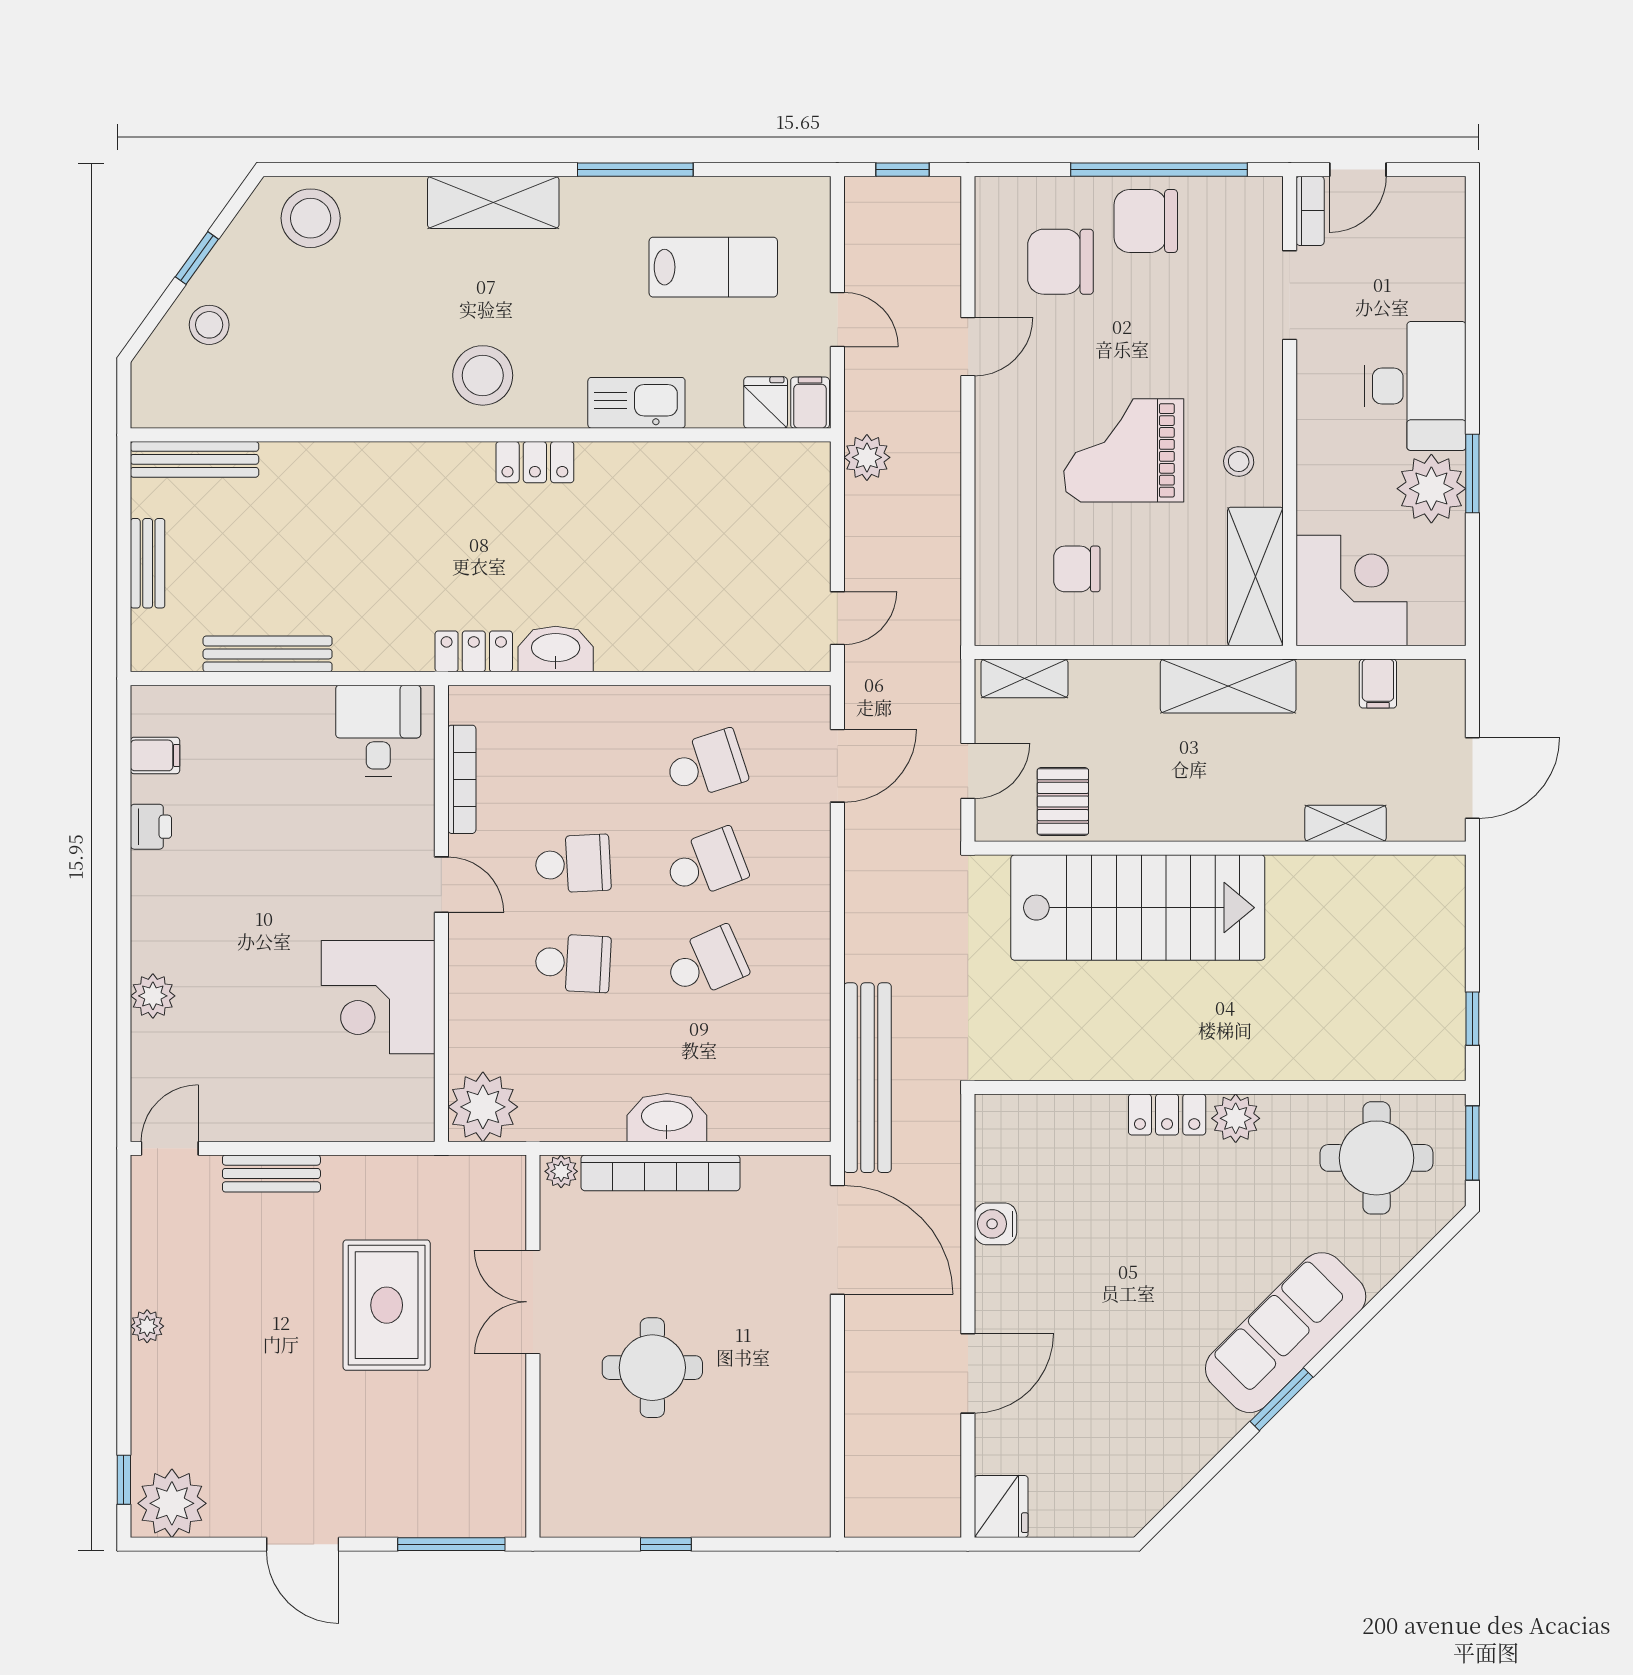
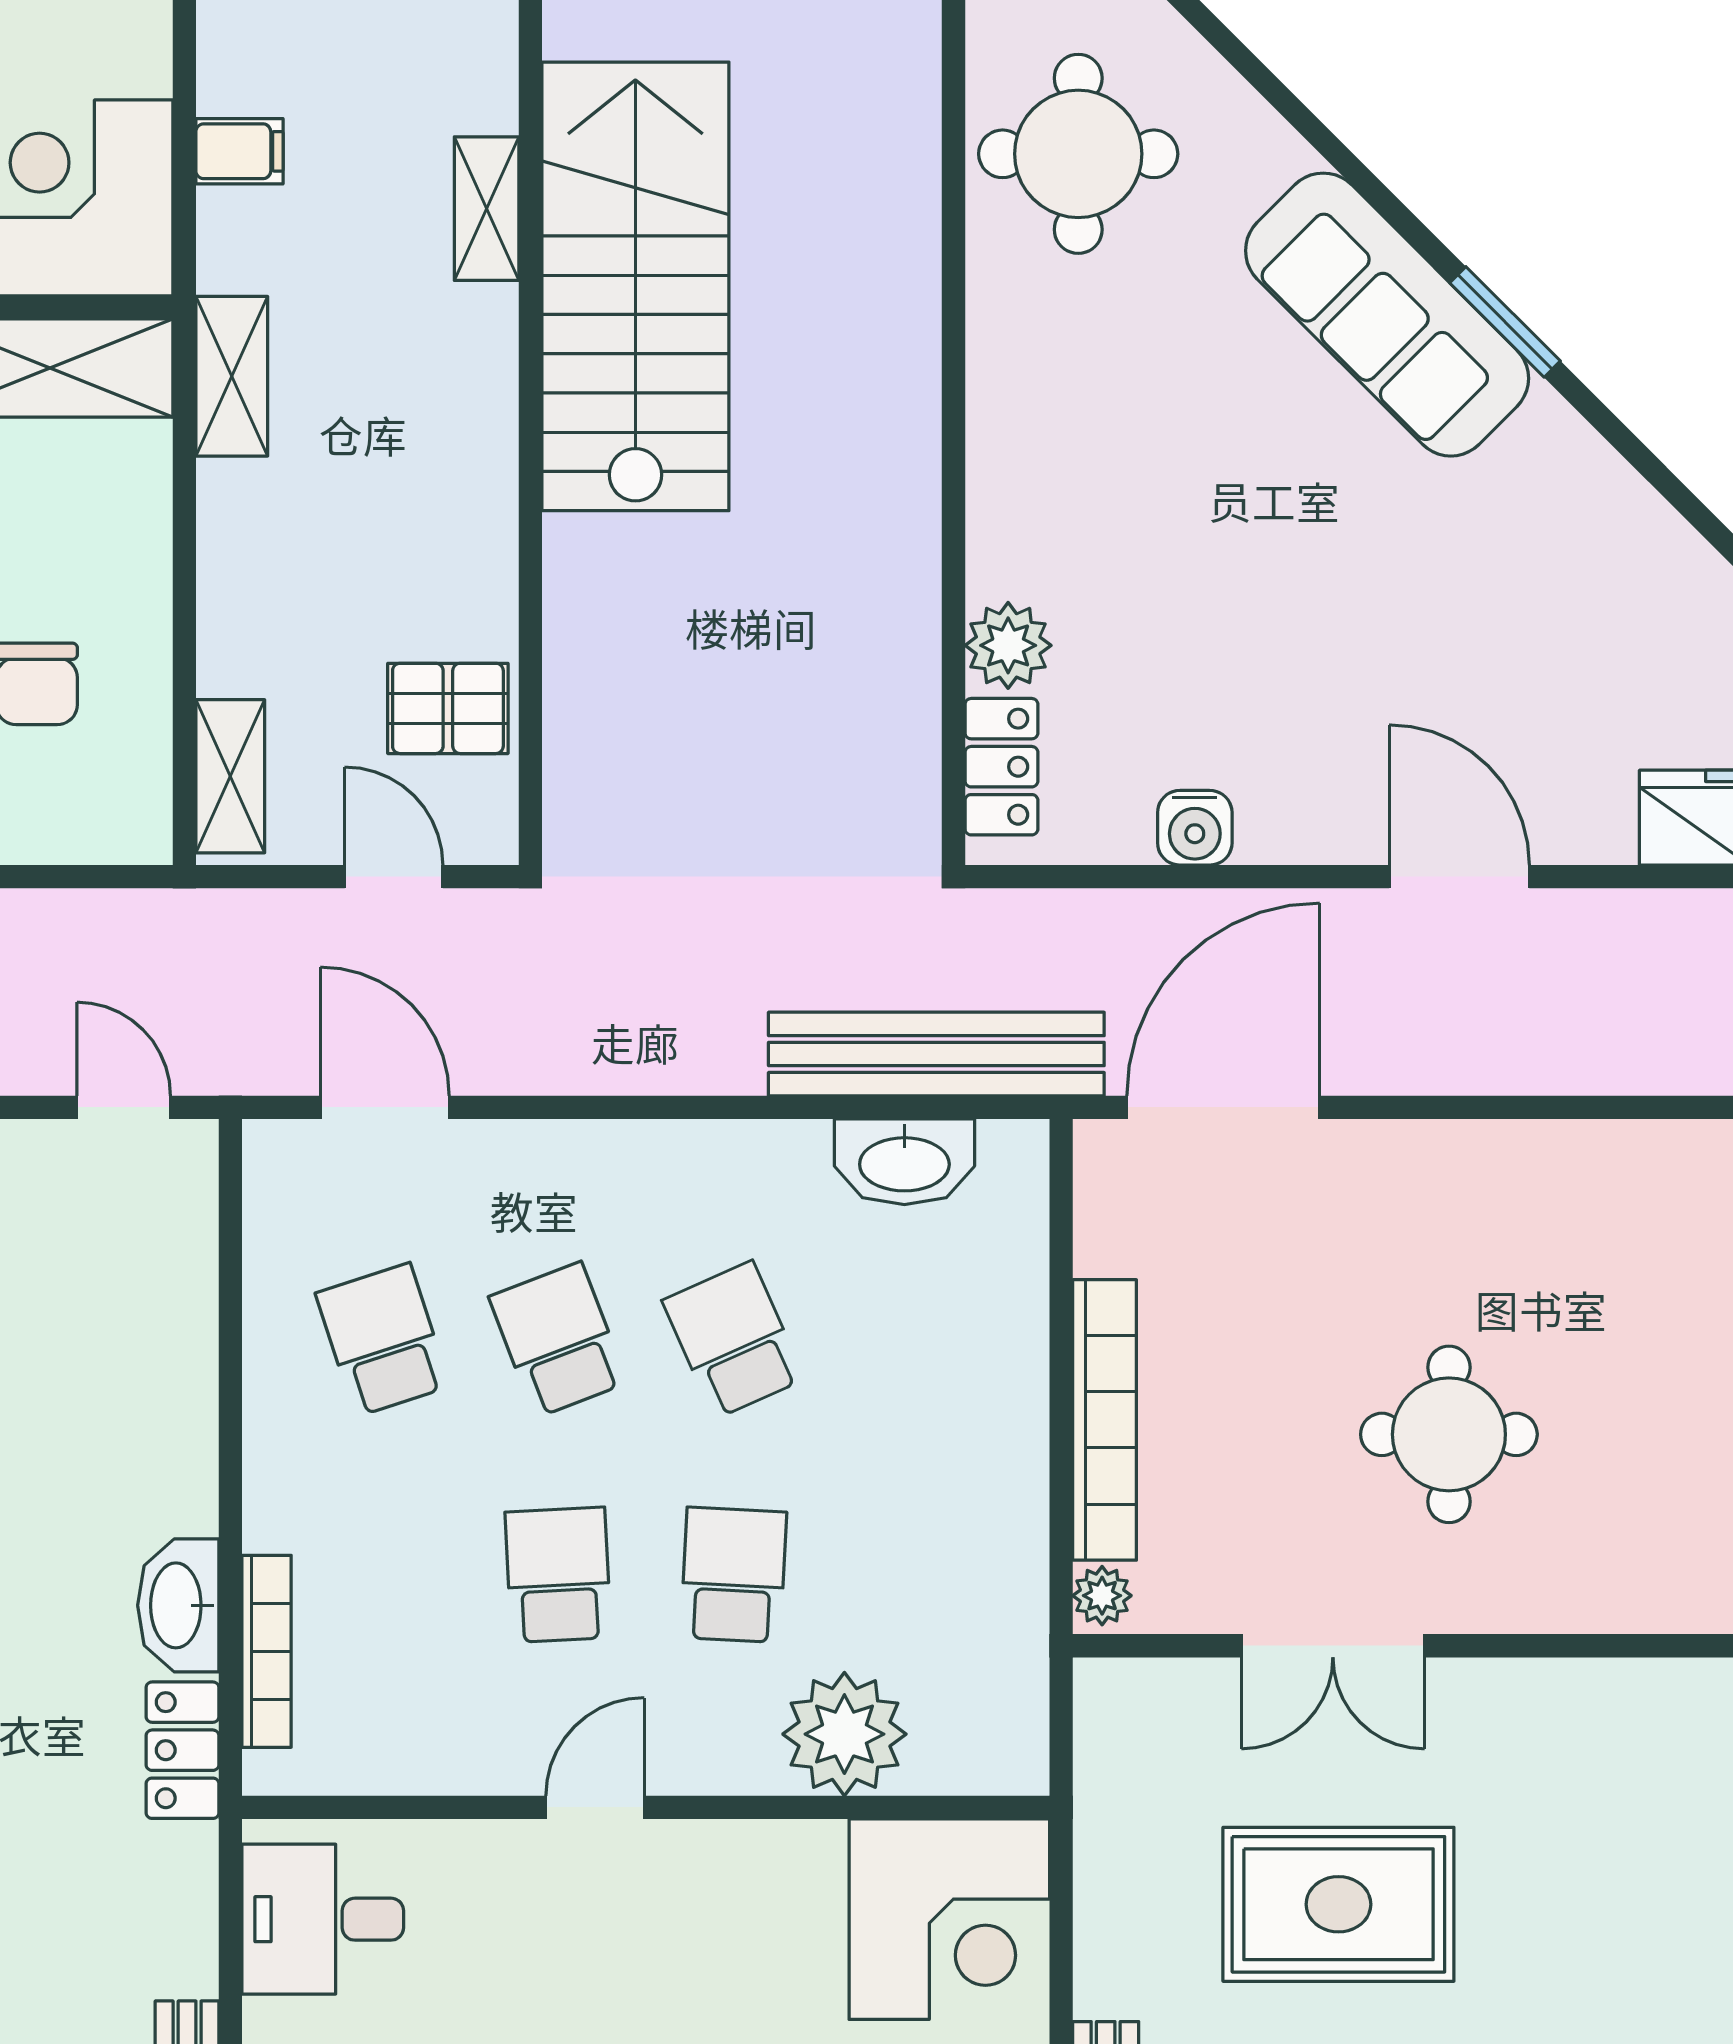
shelving: (1228, 686) -> (232, 376), width x0.67, depth x0.75
bookcase: (462, 779) -> (267, 1651), moved, turned 90
stairs: (1138, 908) -> (635, 286), moved
corner desk: (378, 997) -> (949, 1919), moved
plant: (483, 1107) -> (844, 1734), moved
locker: (1167, 1115) -> (1001, 767), moved
washbasin: (667, 1118) -> (904, 1162), moved, turned -90
plant: (1236, 1118) -> (1008, 645), moved

